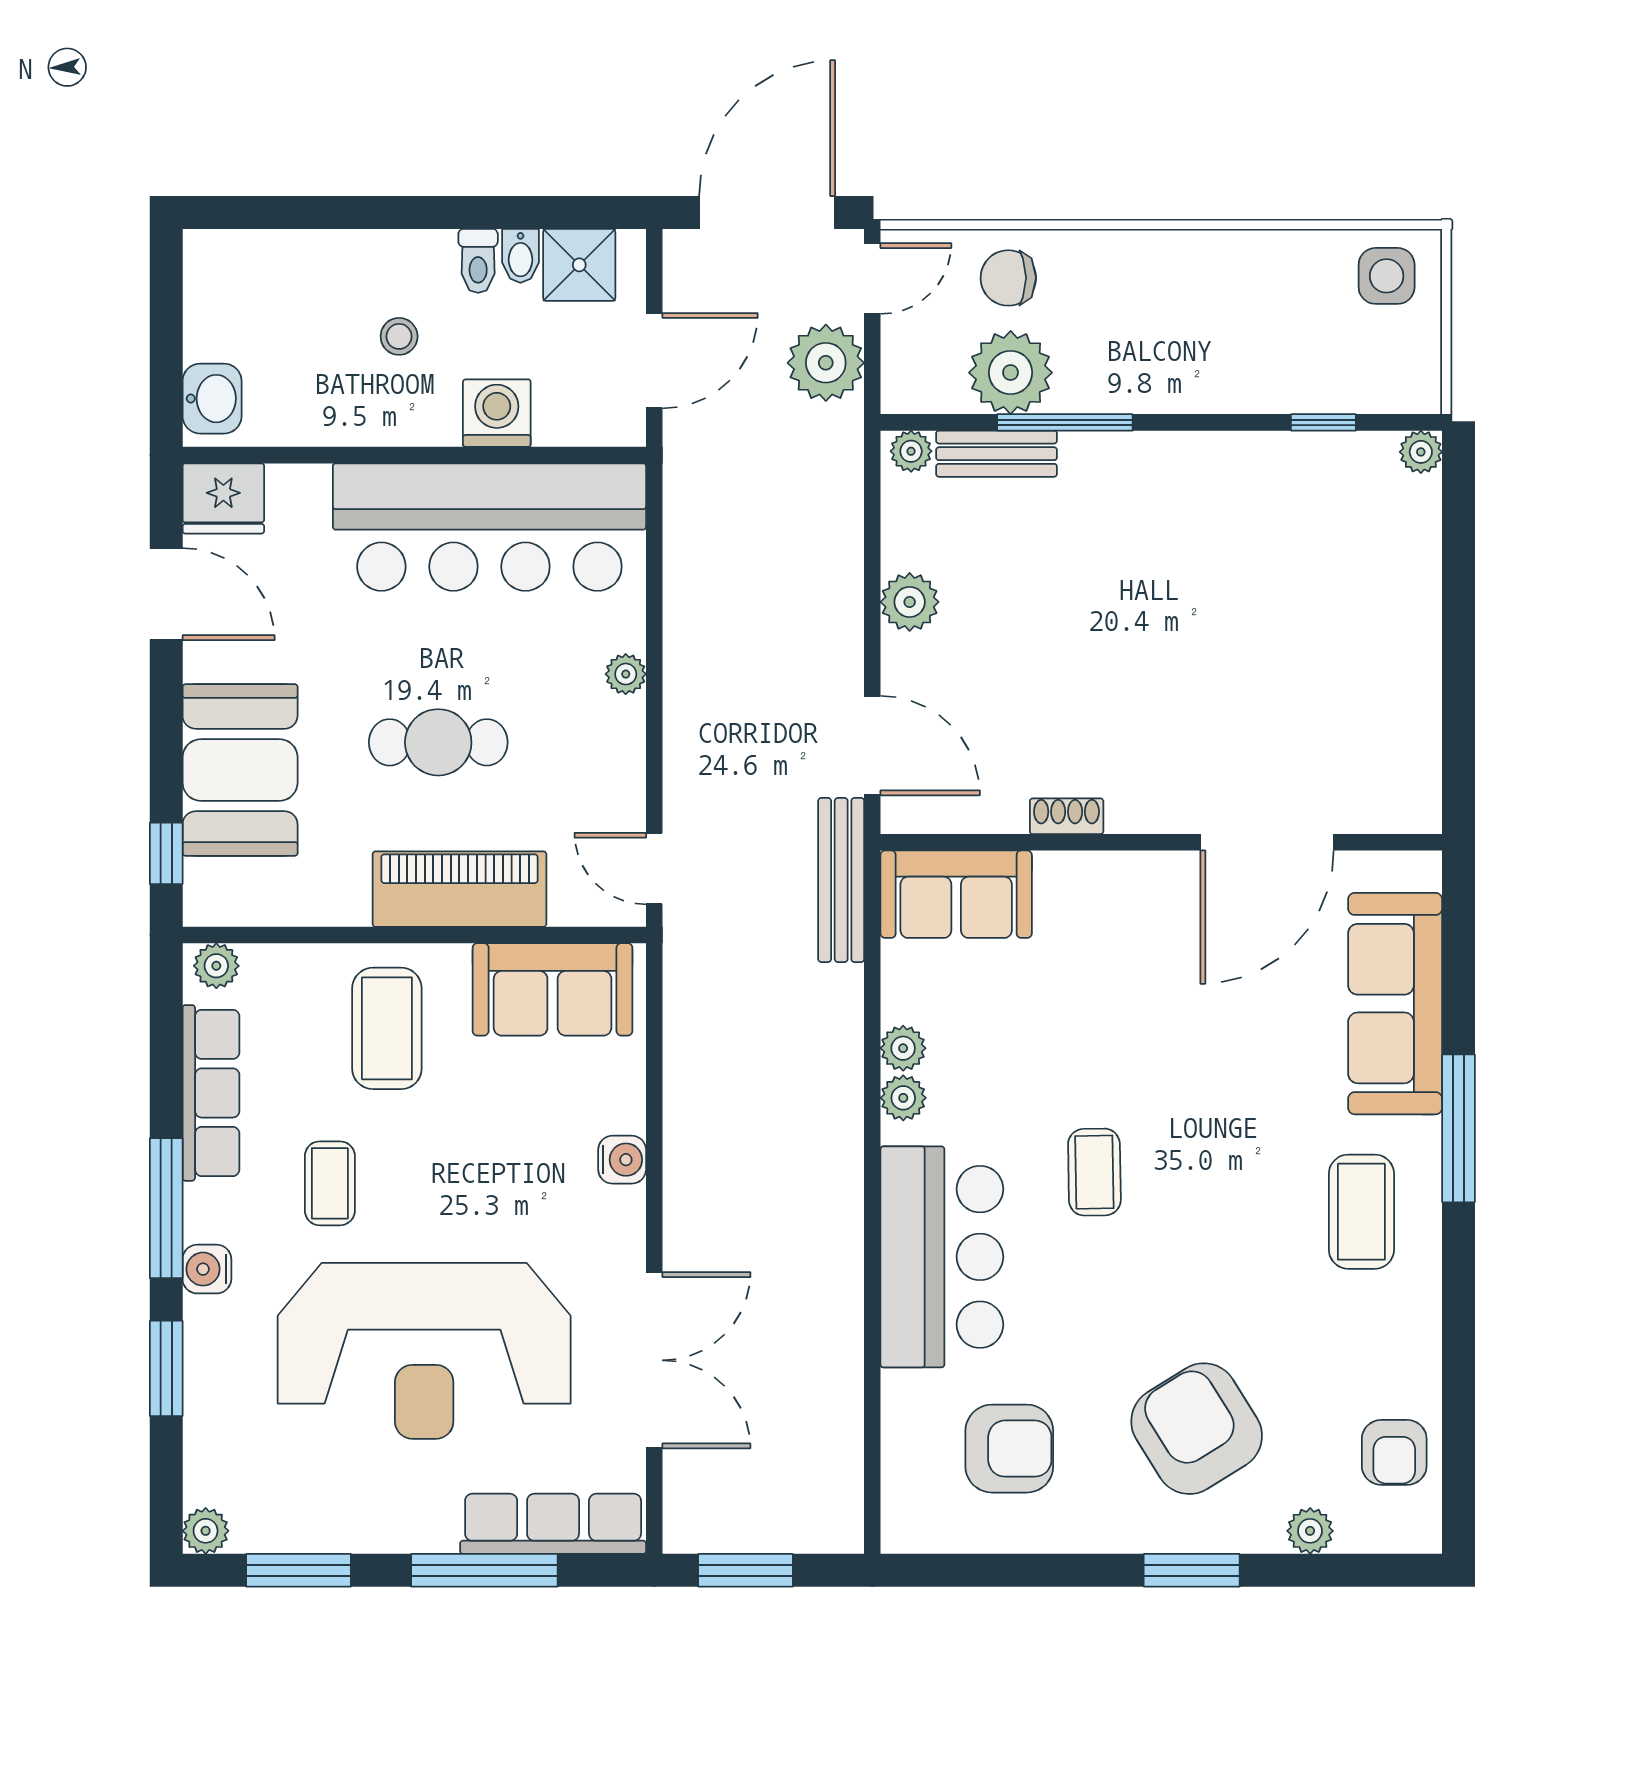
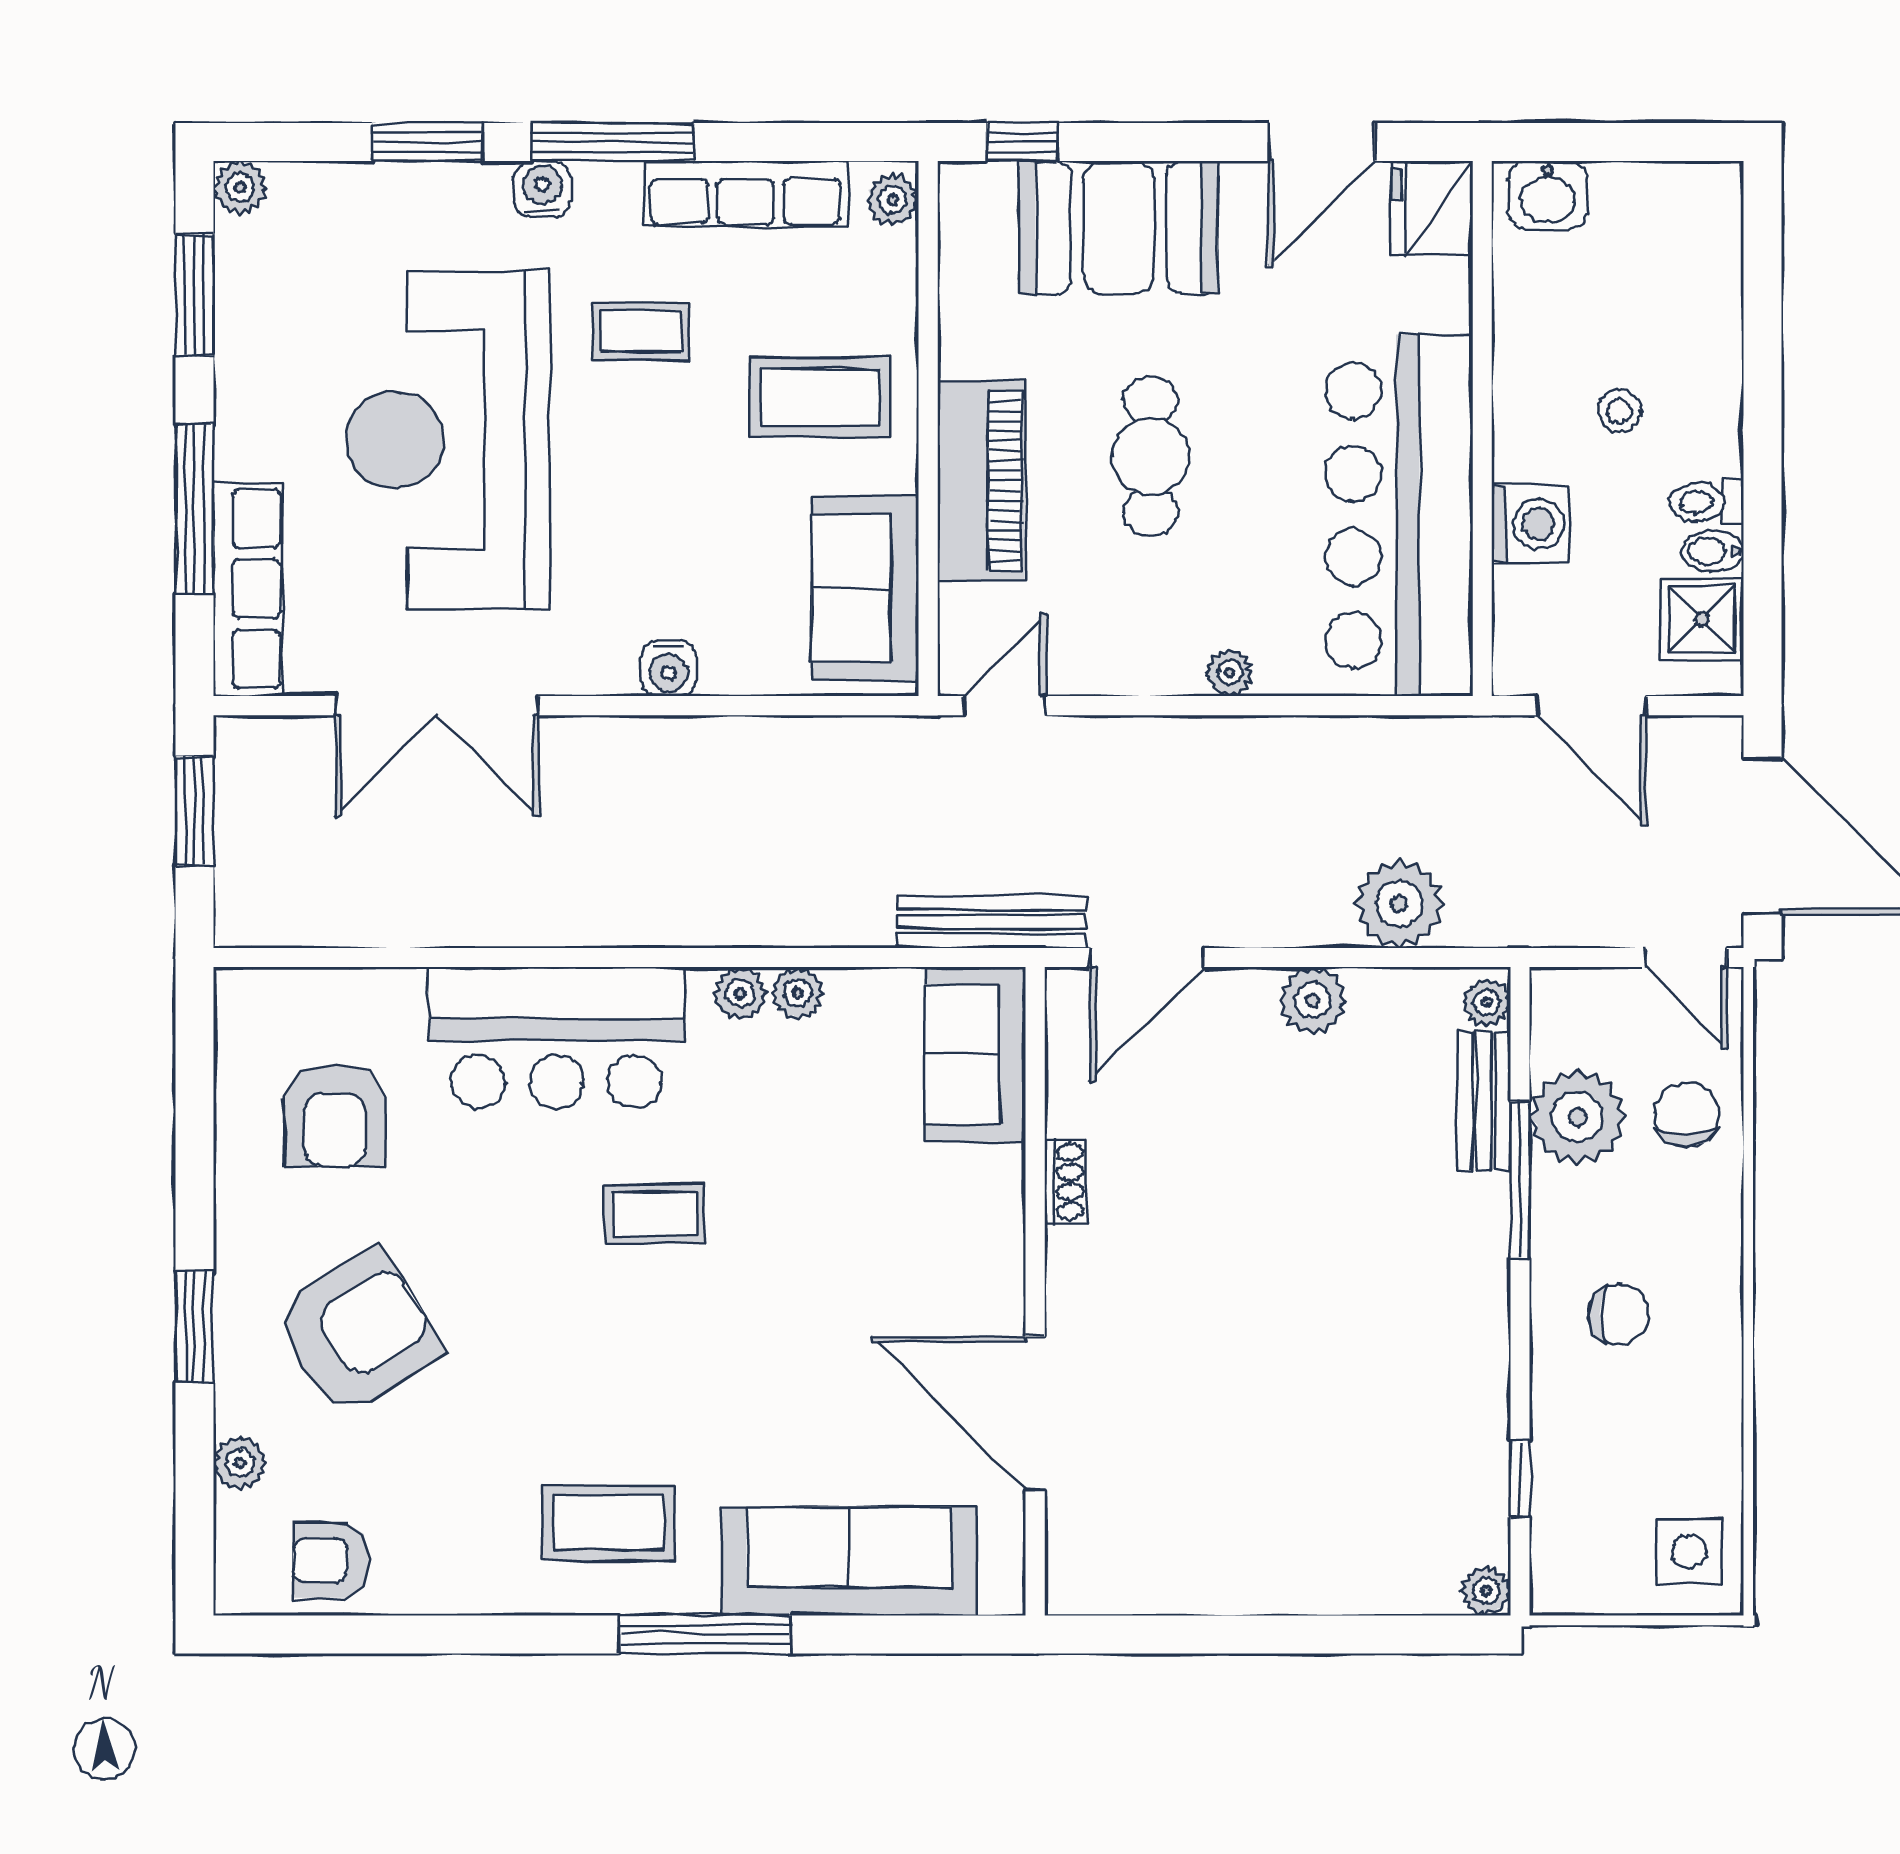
chair: (1181, 337) -> (1619, 1314), added
plant: (826, 363) -> (1399, 904), moved

